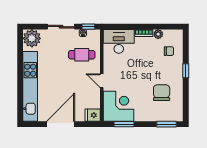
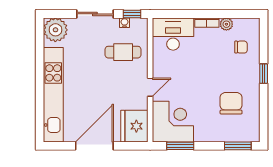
door: (102, 81) -> (150, 87), swing flipped
fridge: (93, 115) -> (134, 126), width x1.88, depth x1.34

